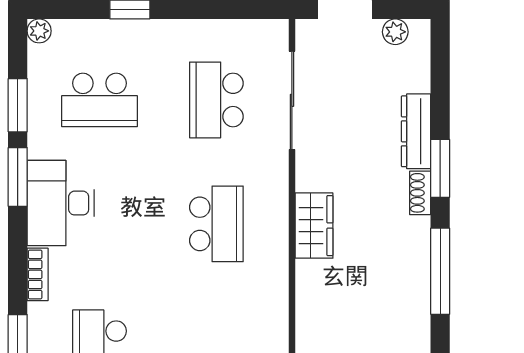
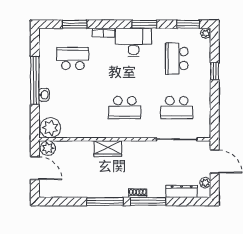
school desk: (216, 100) -> (177, 108), turned 180
window: (18, 105) -> (188, 24), moved
dresser: (416, 131) -> (182, 191), moved
window: (440, 168) -> (148, 202), width x1.44
wardrobe: (314, 226) -> (108, 149), moved

